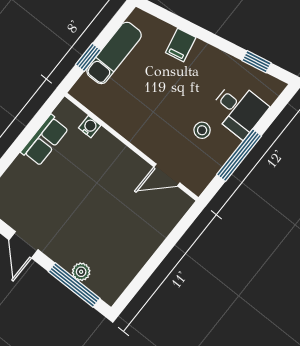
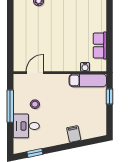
exam couch: (114, 53) -> (88, 80), moved, turned -90

